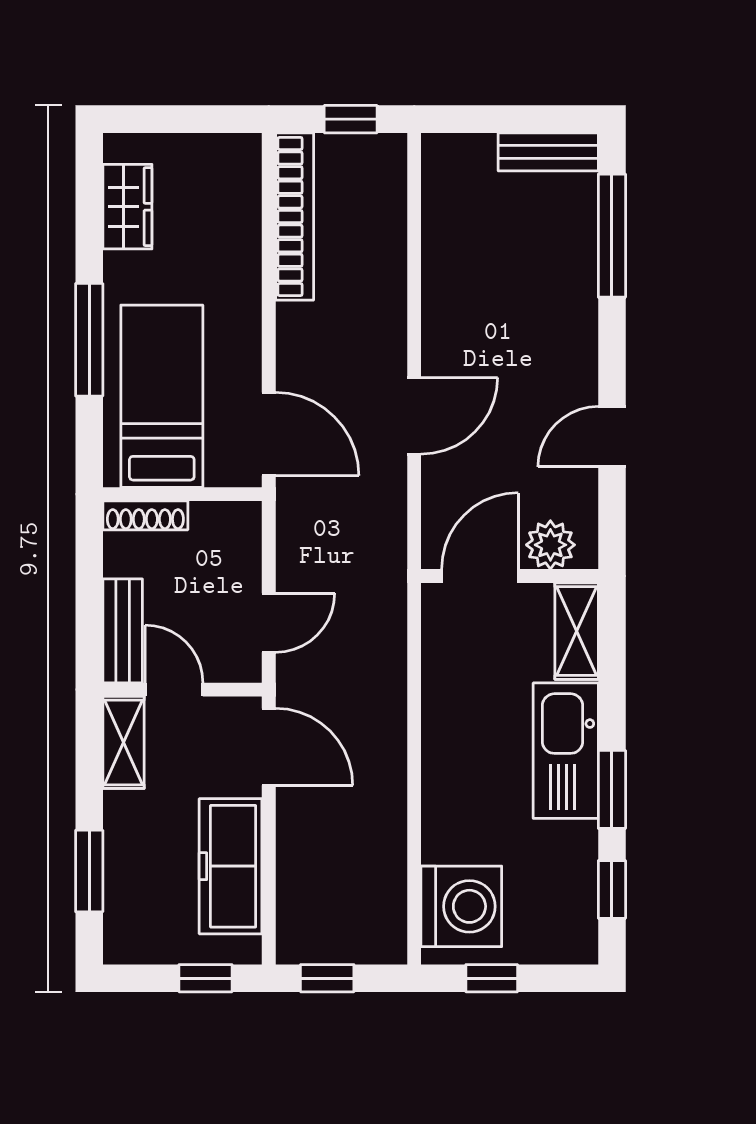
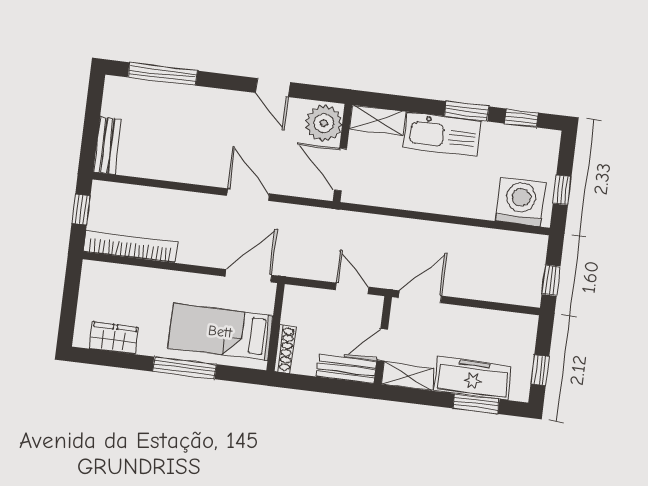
bench: (548, 152) -> (107, 146), moved
plant: (550, 545) -> (324, 123), width x1.36, depth x1.36
freezer: (231, 866) -> (473, 378), moved, turned 180
window: (205, 978) -> (540, 370), moved

